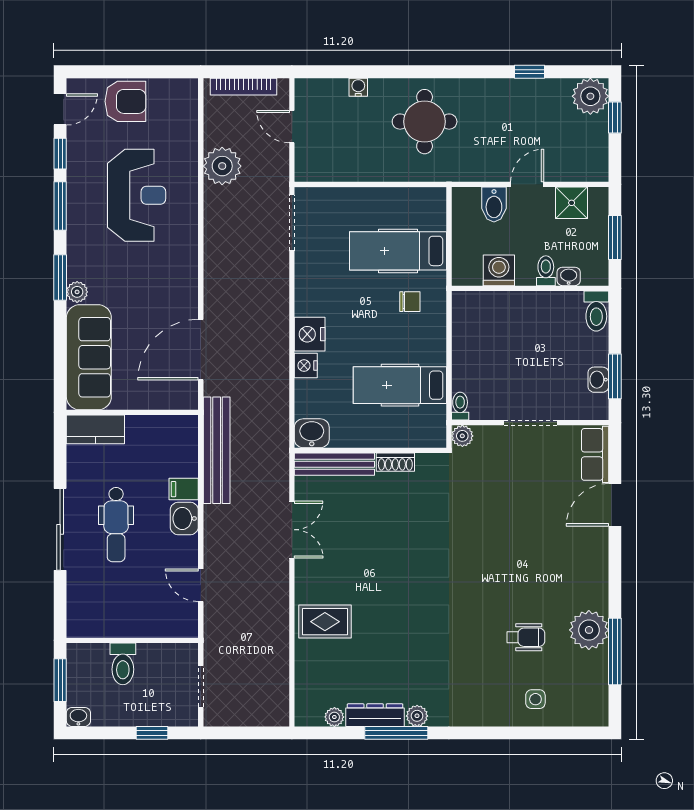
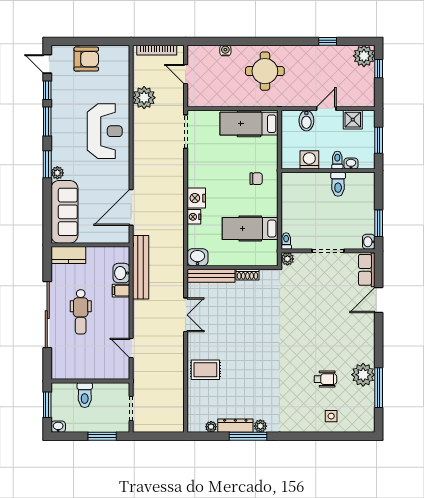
door: (60, 109) -> (47, 64), swing flipped
reception desk: (137, 195) -> (105, 131), moved
hospital bed: (398, 251) -> (249, 124), moved
toilet: (596, 311) -> (338, 184), moved
washbasin: (598, 380) -> (369, 242), moved
washbasin: (184, 518) -> (121, 273), moved
sliding door: (60, 529) -> (47, 315), width x1.36
window: (152, 733) -> (102, 436), width x1.50

